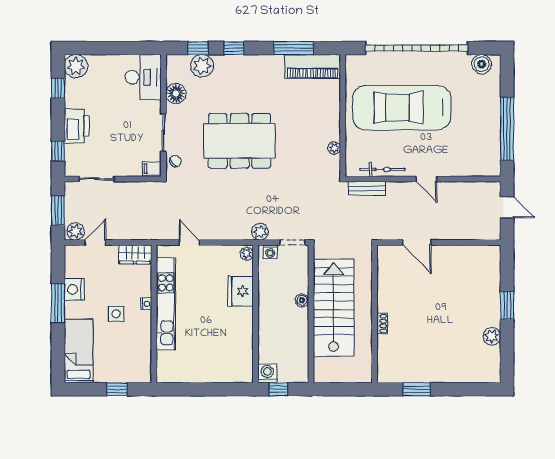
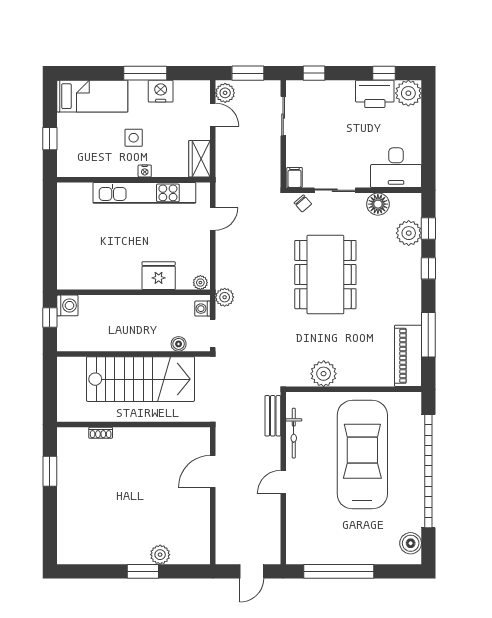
printer: (77, 126) -> (375, 94), moved
plant: (334, 148) -> (324, 374), width x1.88, depth x1.88
boiler: (302, 300) -> (179, 344), moved
shoe rack: (382, 324) -> (101, 433), moved
plant: (492, 336) -> (160, 555), moved

